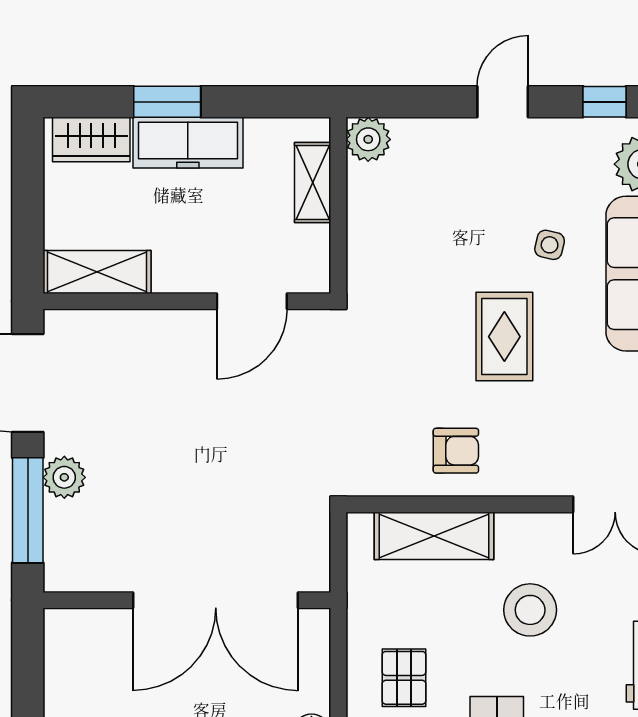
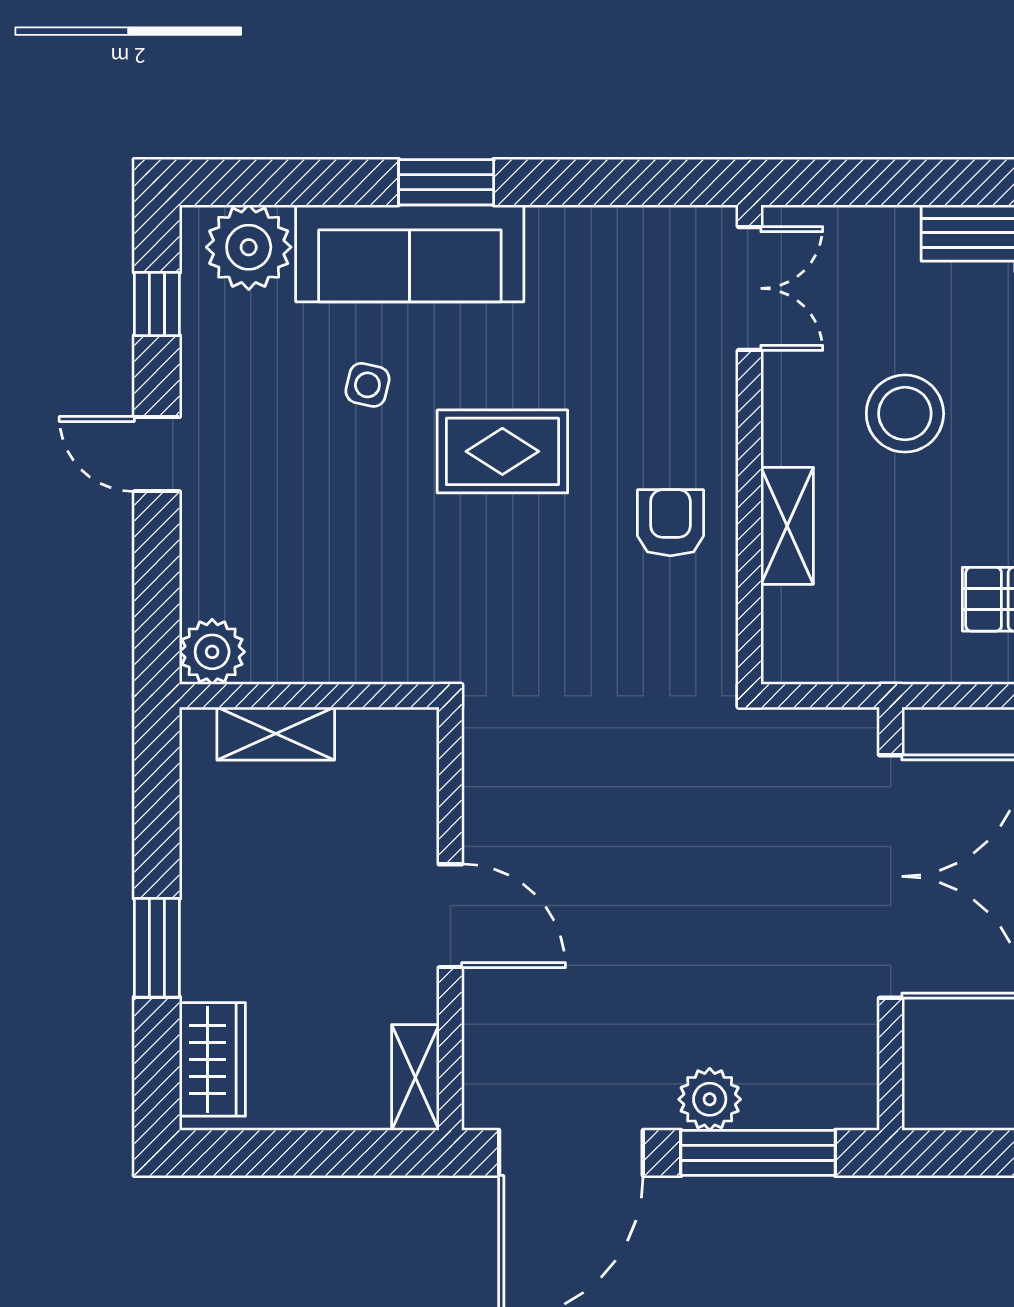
freezer: (188, 143) -> (217, 917), removed
shelving: (97, 272) -> (415, 1077), width x0.67, depth x0.75
door: (252, 301) -> (450, 916), moved
shelving: (434, 536) -> (787, 526), width x0.67, depth x0.75

